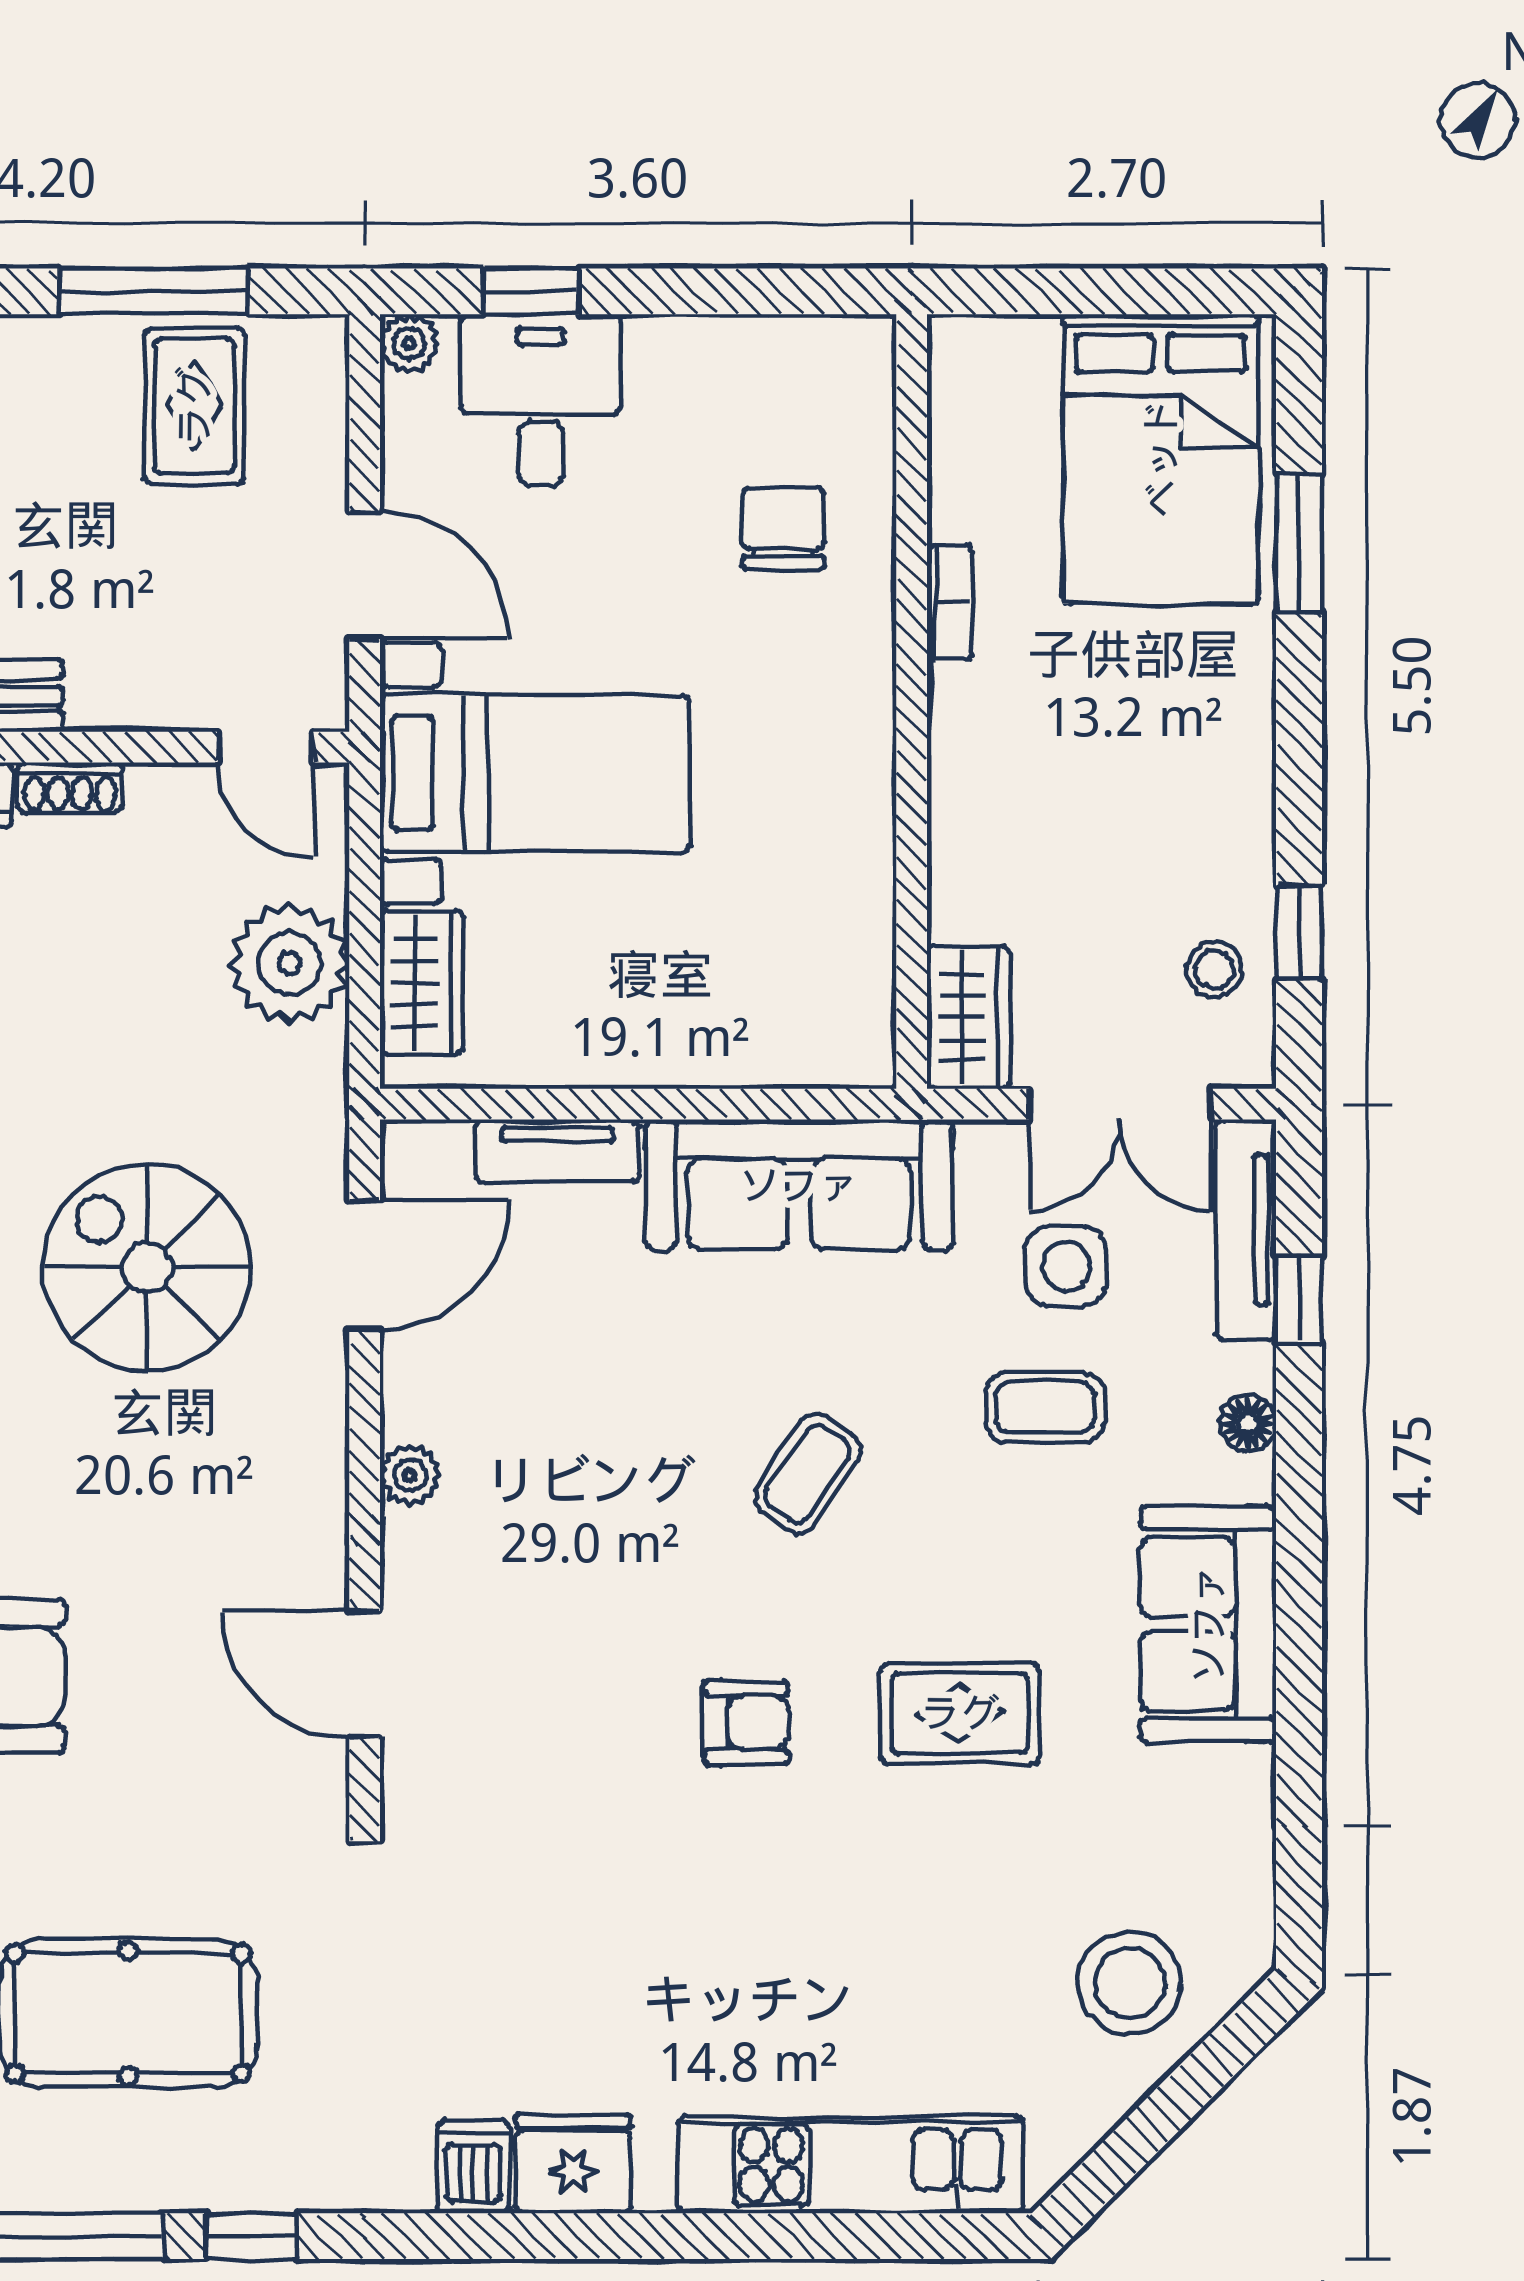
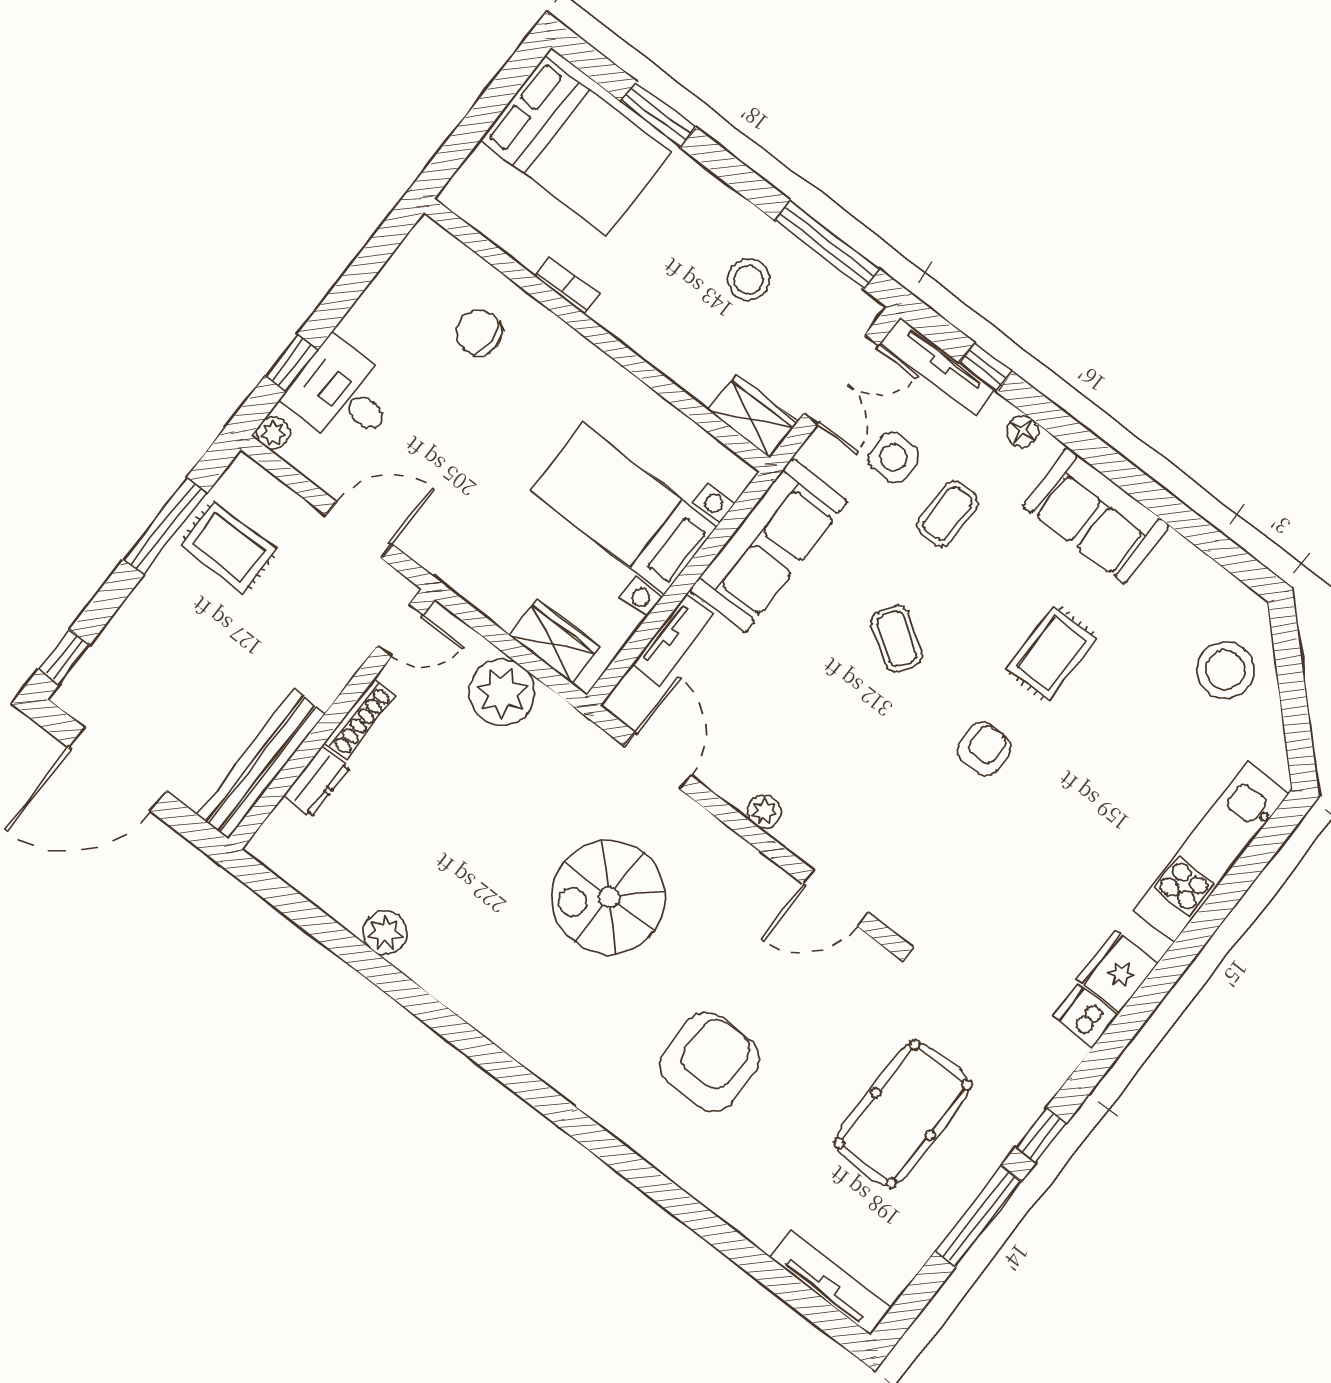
bed with nightstands: (535, 773) -> (624, 509), moved, turned -90
shoe rack: (70, 788) -> (360, 719), width x1.43
window: (1299, 933) -> (827, 245), width x2.17
stool: (1214, 970) -> (749, 280), moved, width x1.37, depth x1.37
spiral stairs: (147, 1267) -> (609, 897), moved

